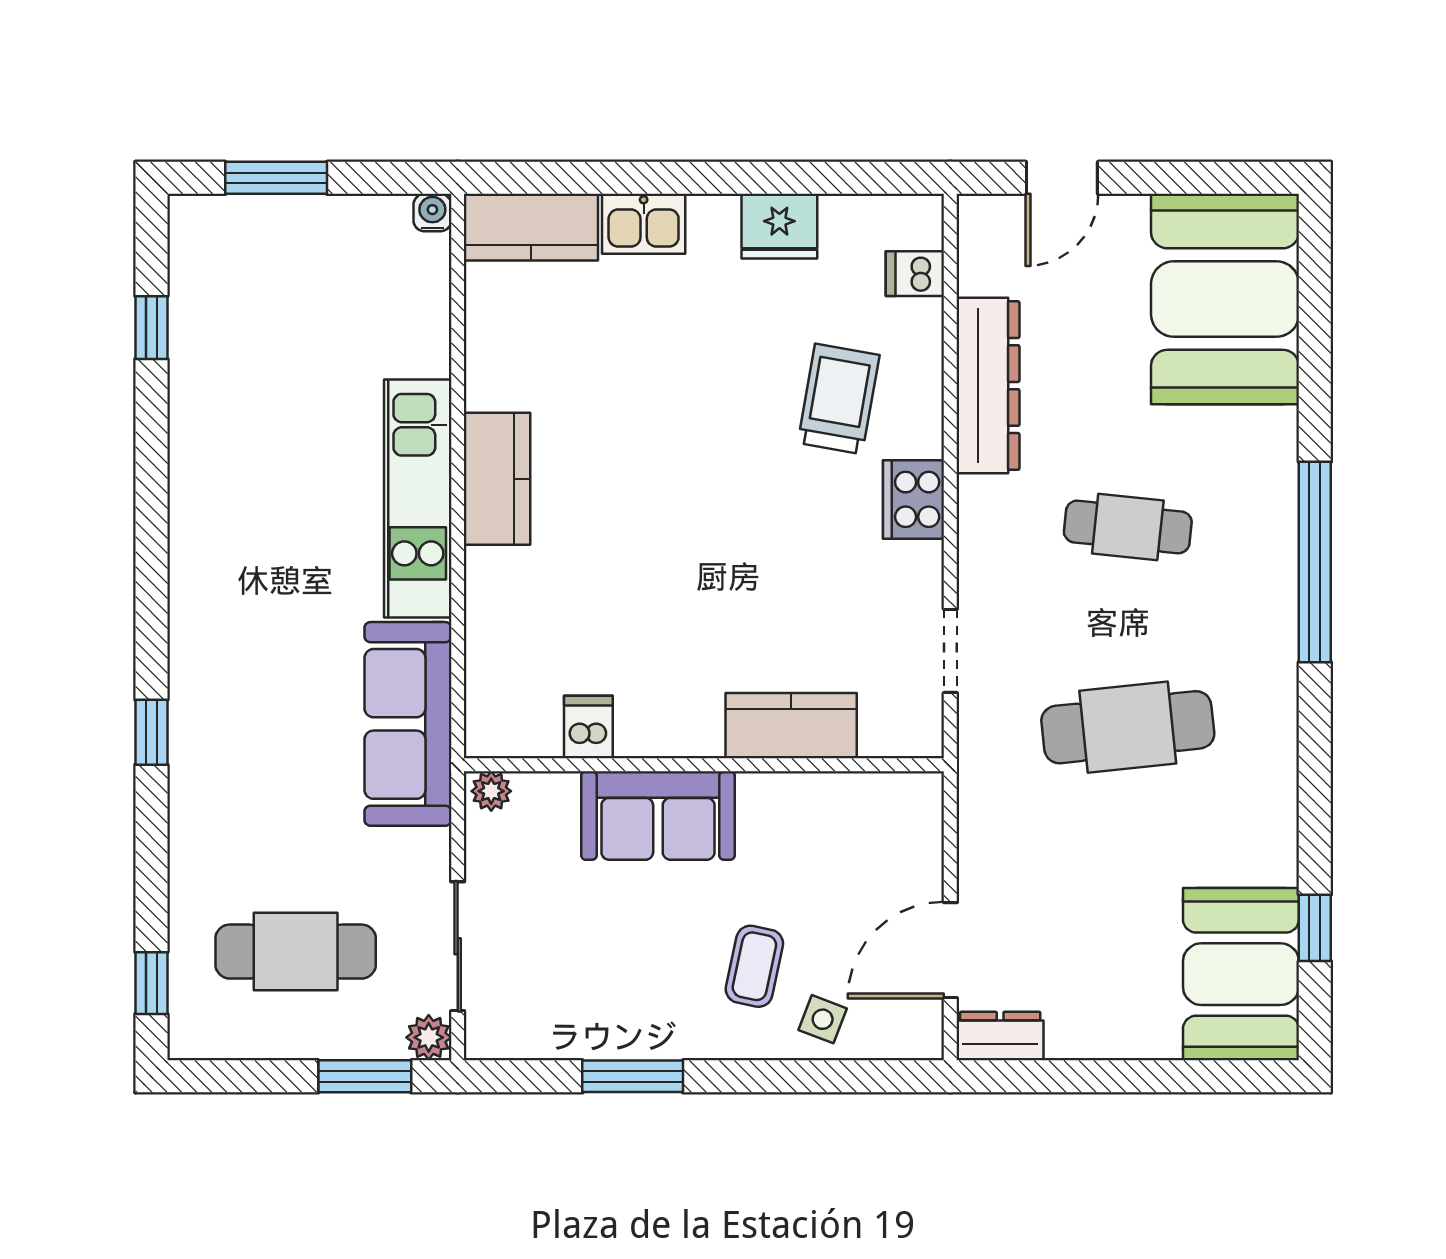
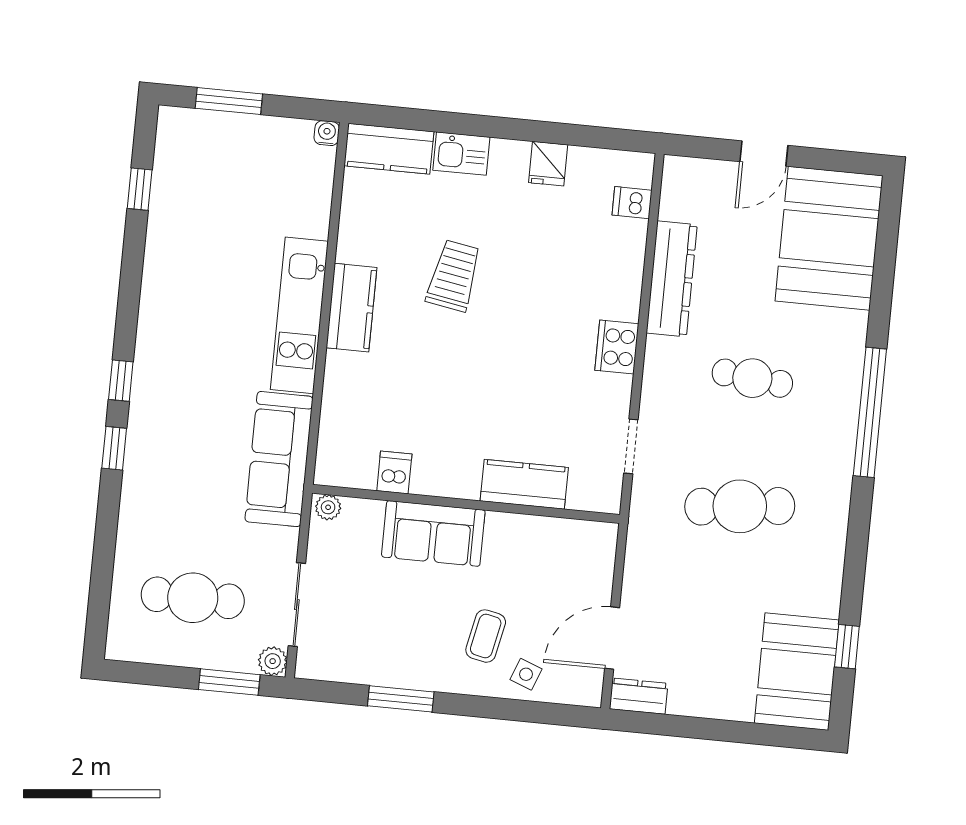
door: (1062, 178) -> (764, 154), moved
fridge: (779, 226) -> (548, 164), width x0.72
trolley: (839, 399) -> (454, 276), moved
window: (151, 983) -> (121, 381), moved

